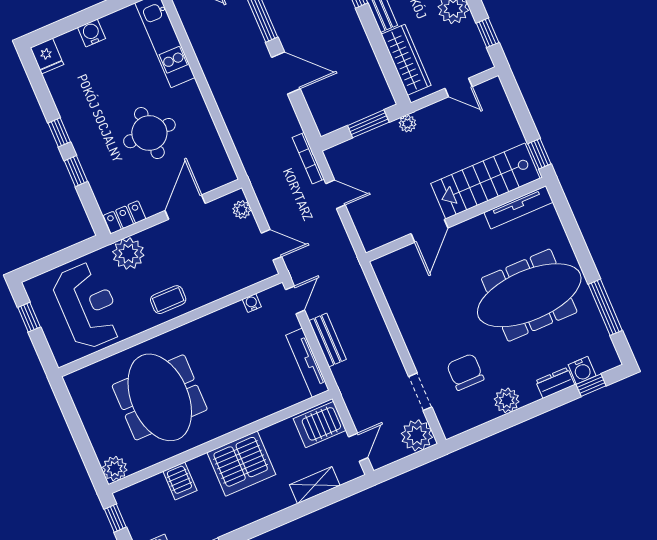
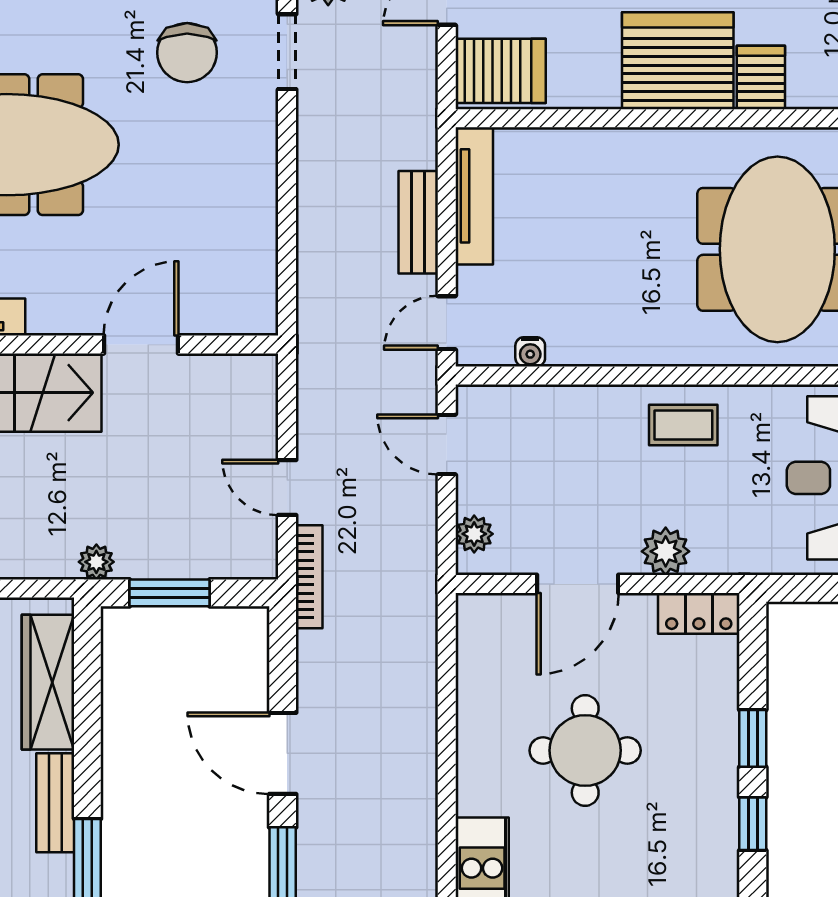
plant: (128, 254) -> (666, 551), moved, width x0.73, depth x0.73
server rack: (180, 481) -> (761, 77), moved

